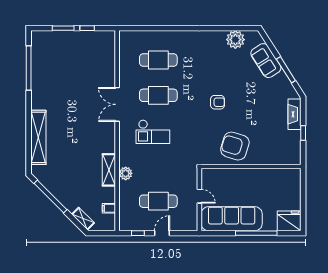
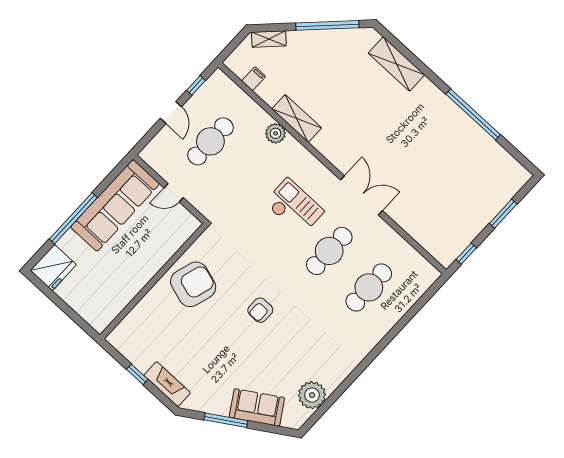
window: (87, 28) -> (466, 254), moved
window: (29, 68) -> (473, 114), moved
checkout: (153, 132) -> (294, 207), turned 90
shelving: (38, 137) -> (396, 64), width x0.68

